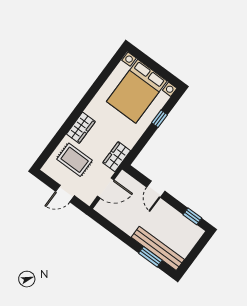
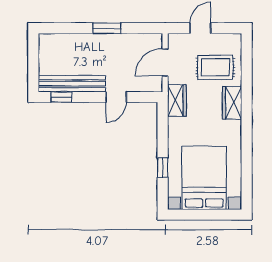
door: (156, 189) -> (116, 97), swing flipped
bench: (158, 248) -> (72, 84), moved
window: (150, 257) -> (107, 28), moved

